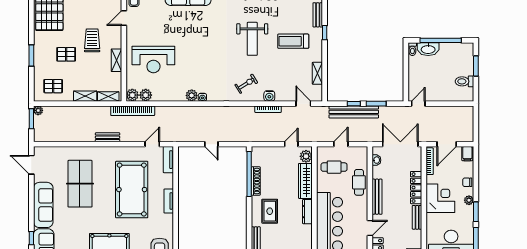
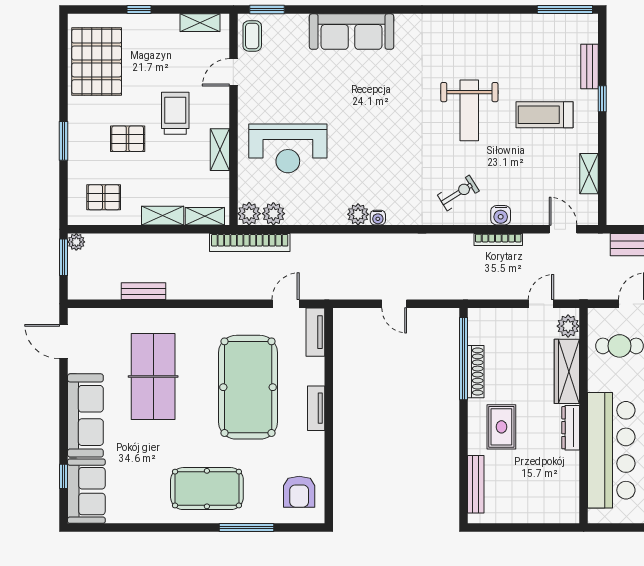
bench: (108, 137) -> (144, 291), moved

